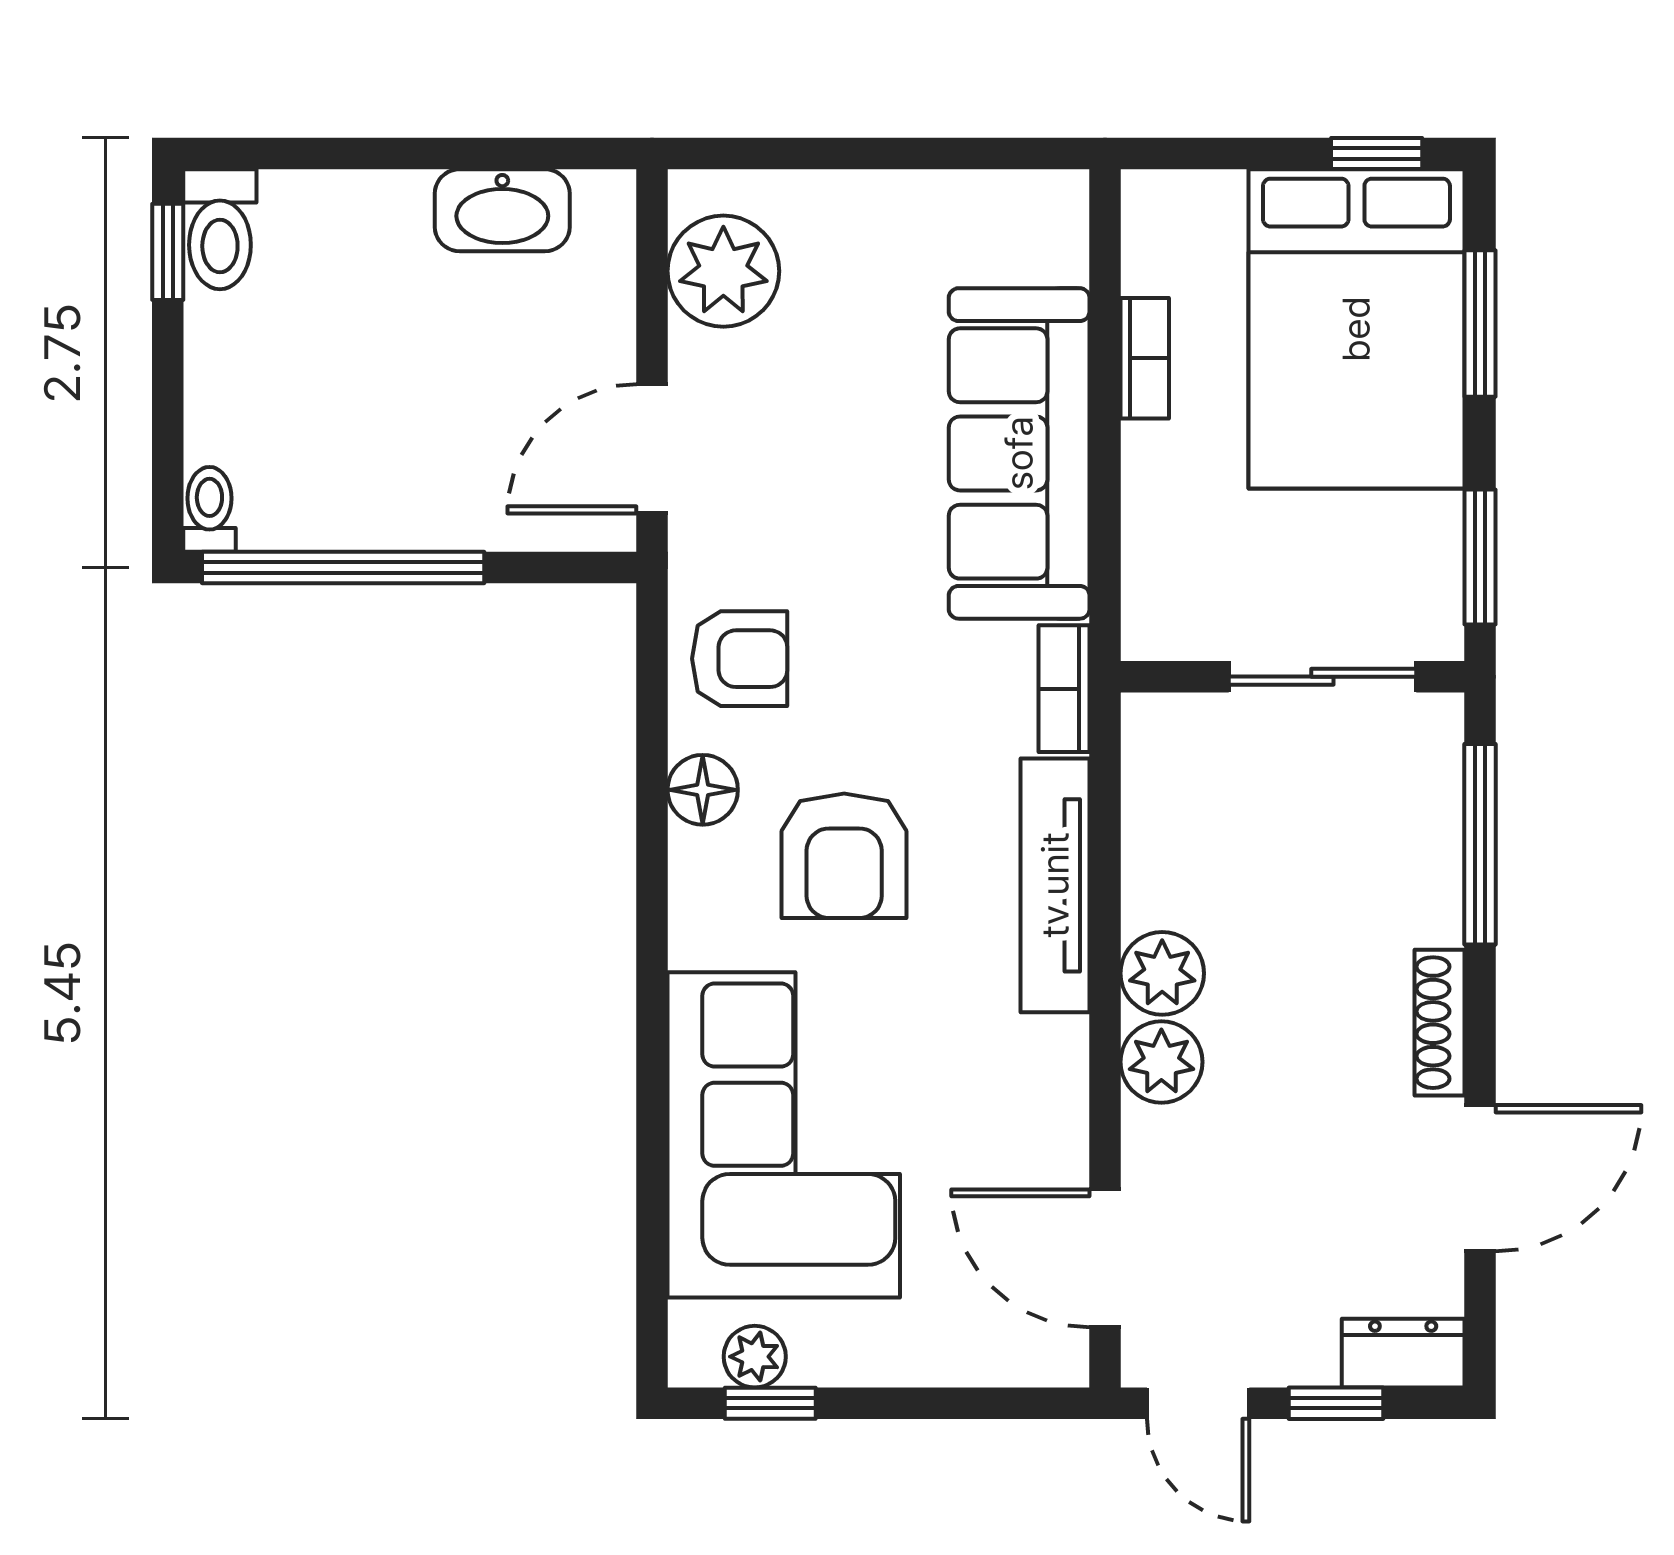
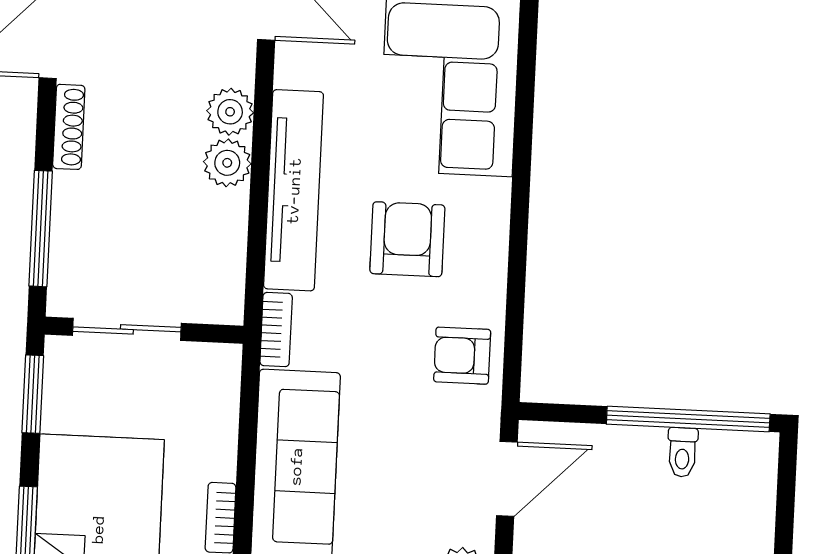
toilet: (209, 509) -> (682, 452), moved
floor lamp: (703, 790) -> (487, 281), removed
tv unit: (1055, 885) -> (294, 190), width x1.36, depth x1.29

